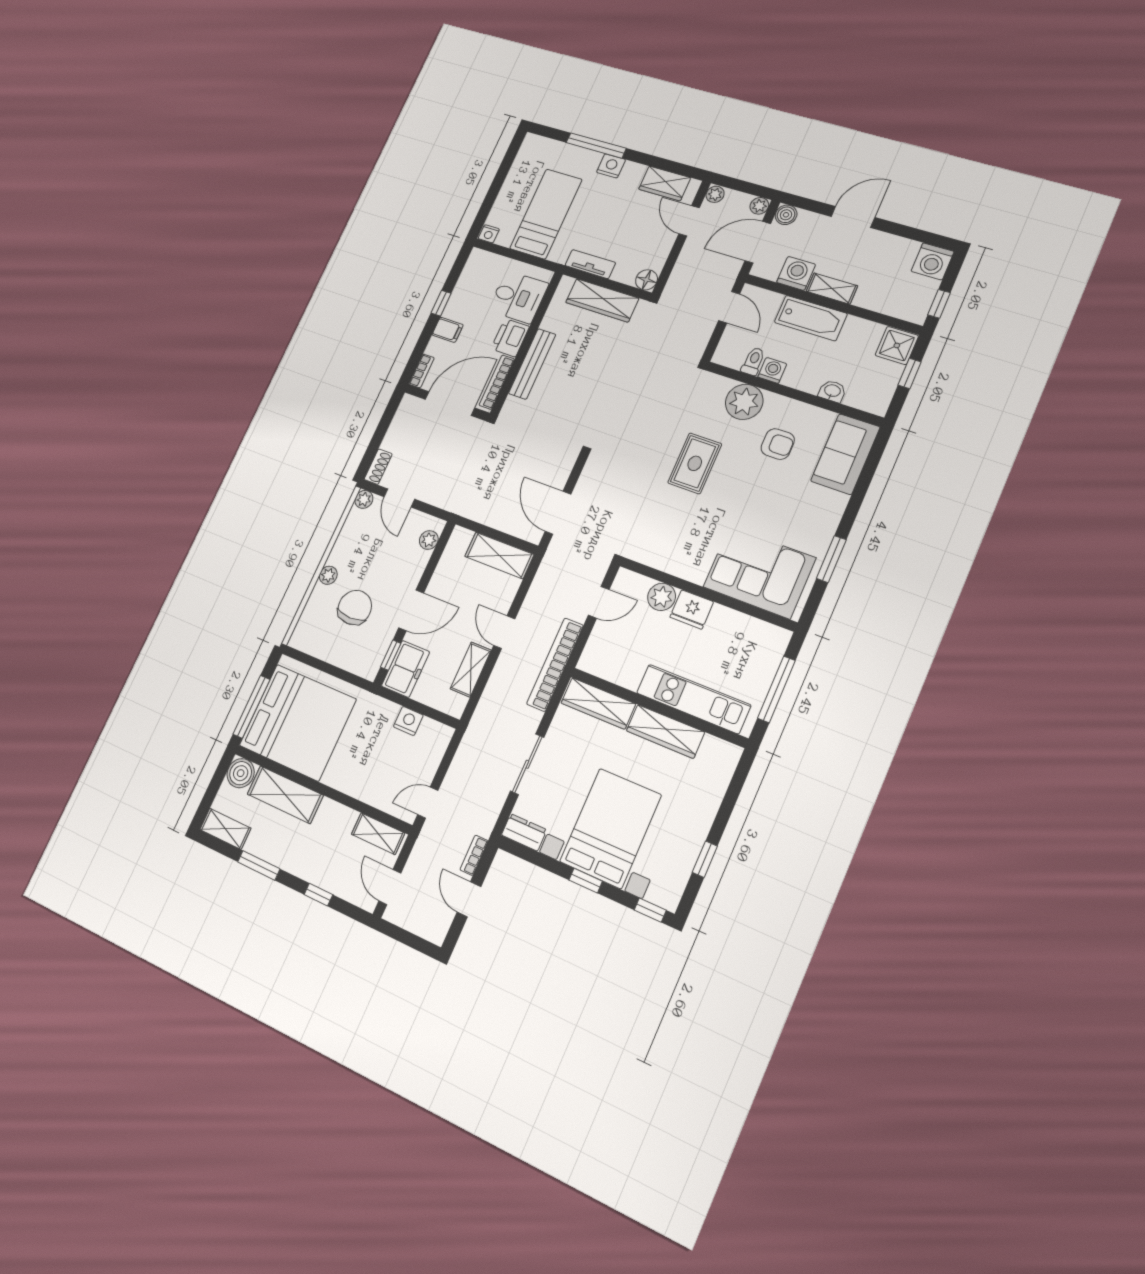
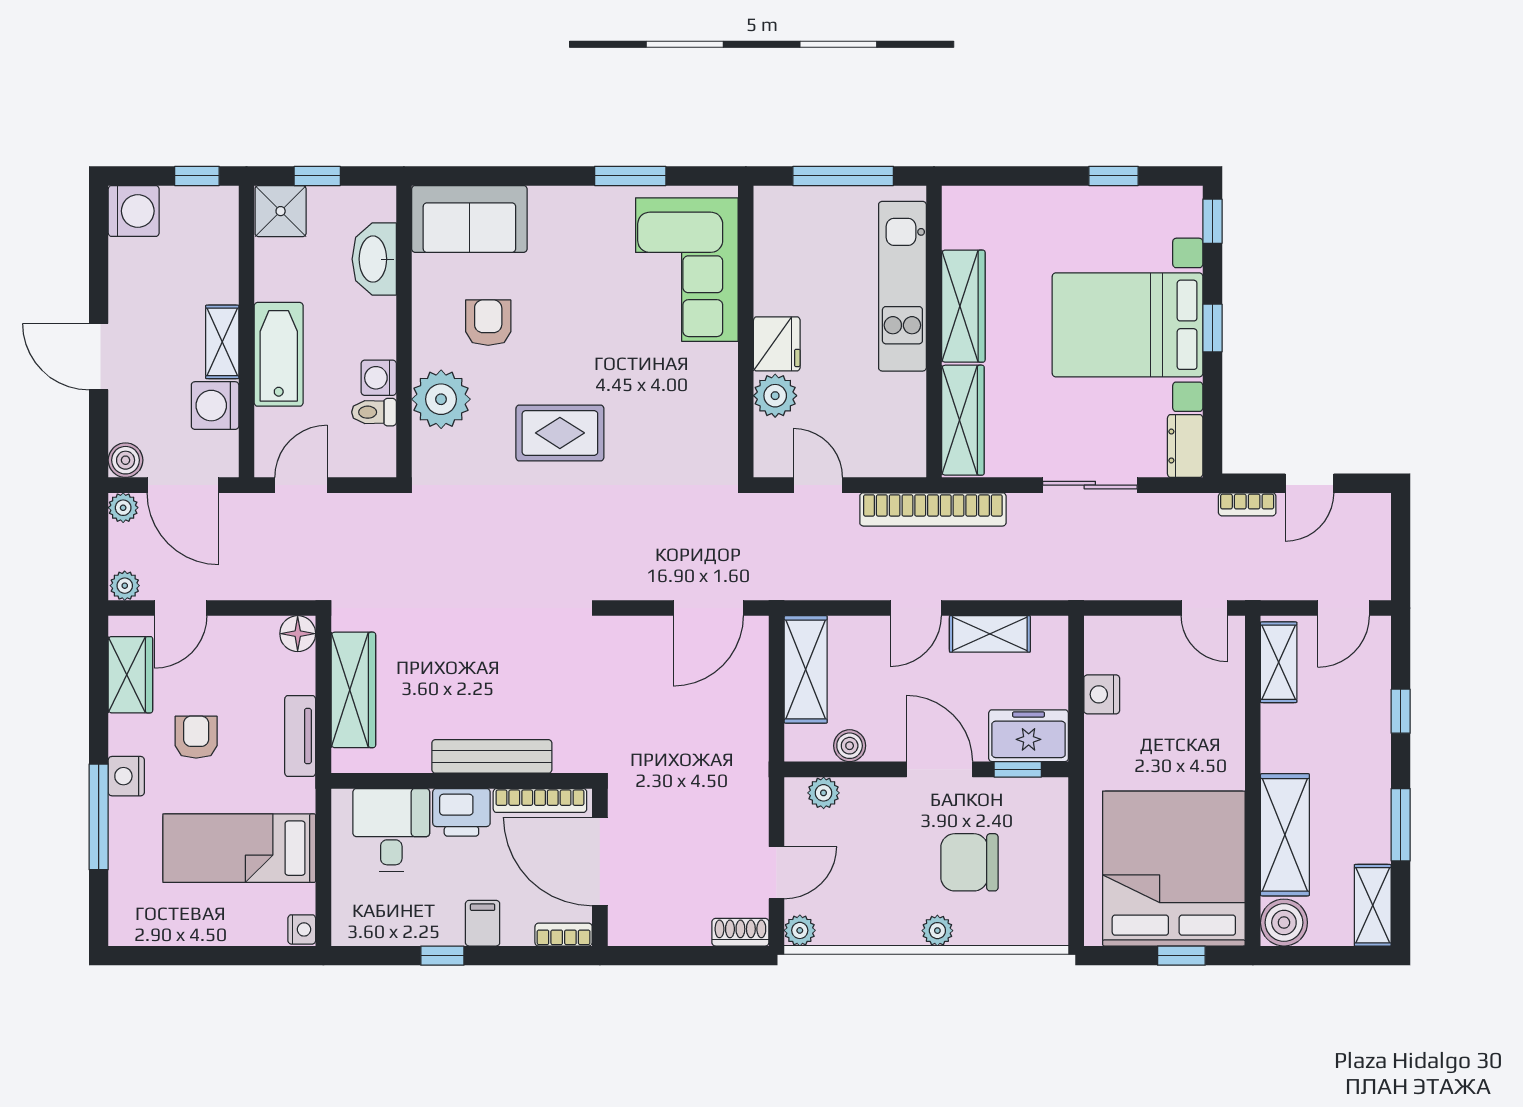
armchair: (615, 209) -> (196, 737), added
washbasin: (832, 391) -> (374, 259), width x1.91, depth x1.45
boiler: (447, 564) -> (850, 746), added
window: (251, 707) -> (1181, 956), width x0.46

